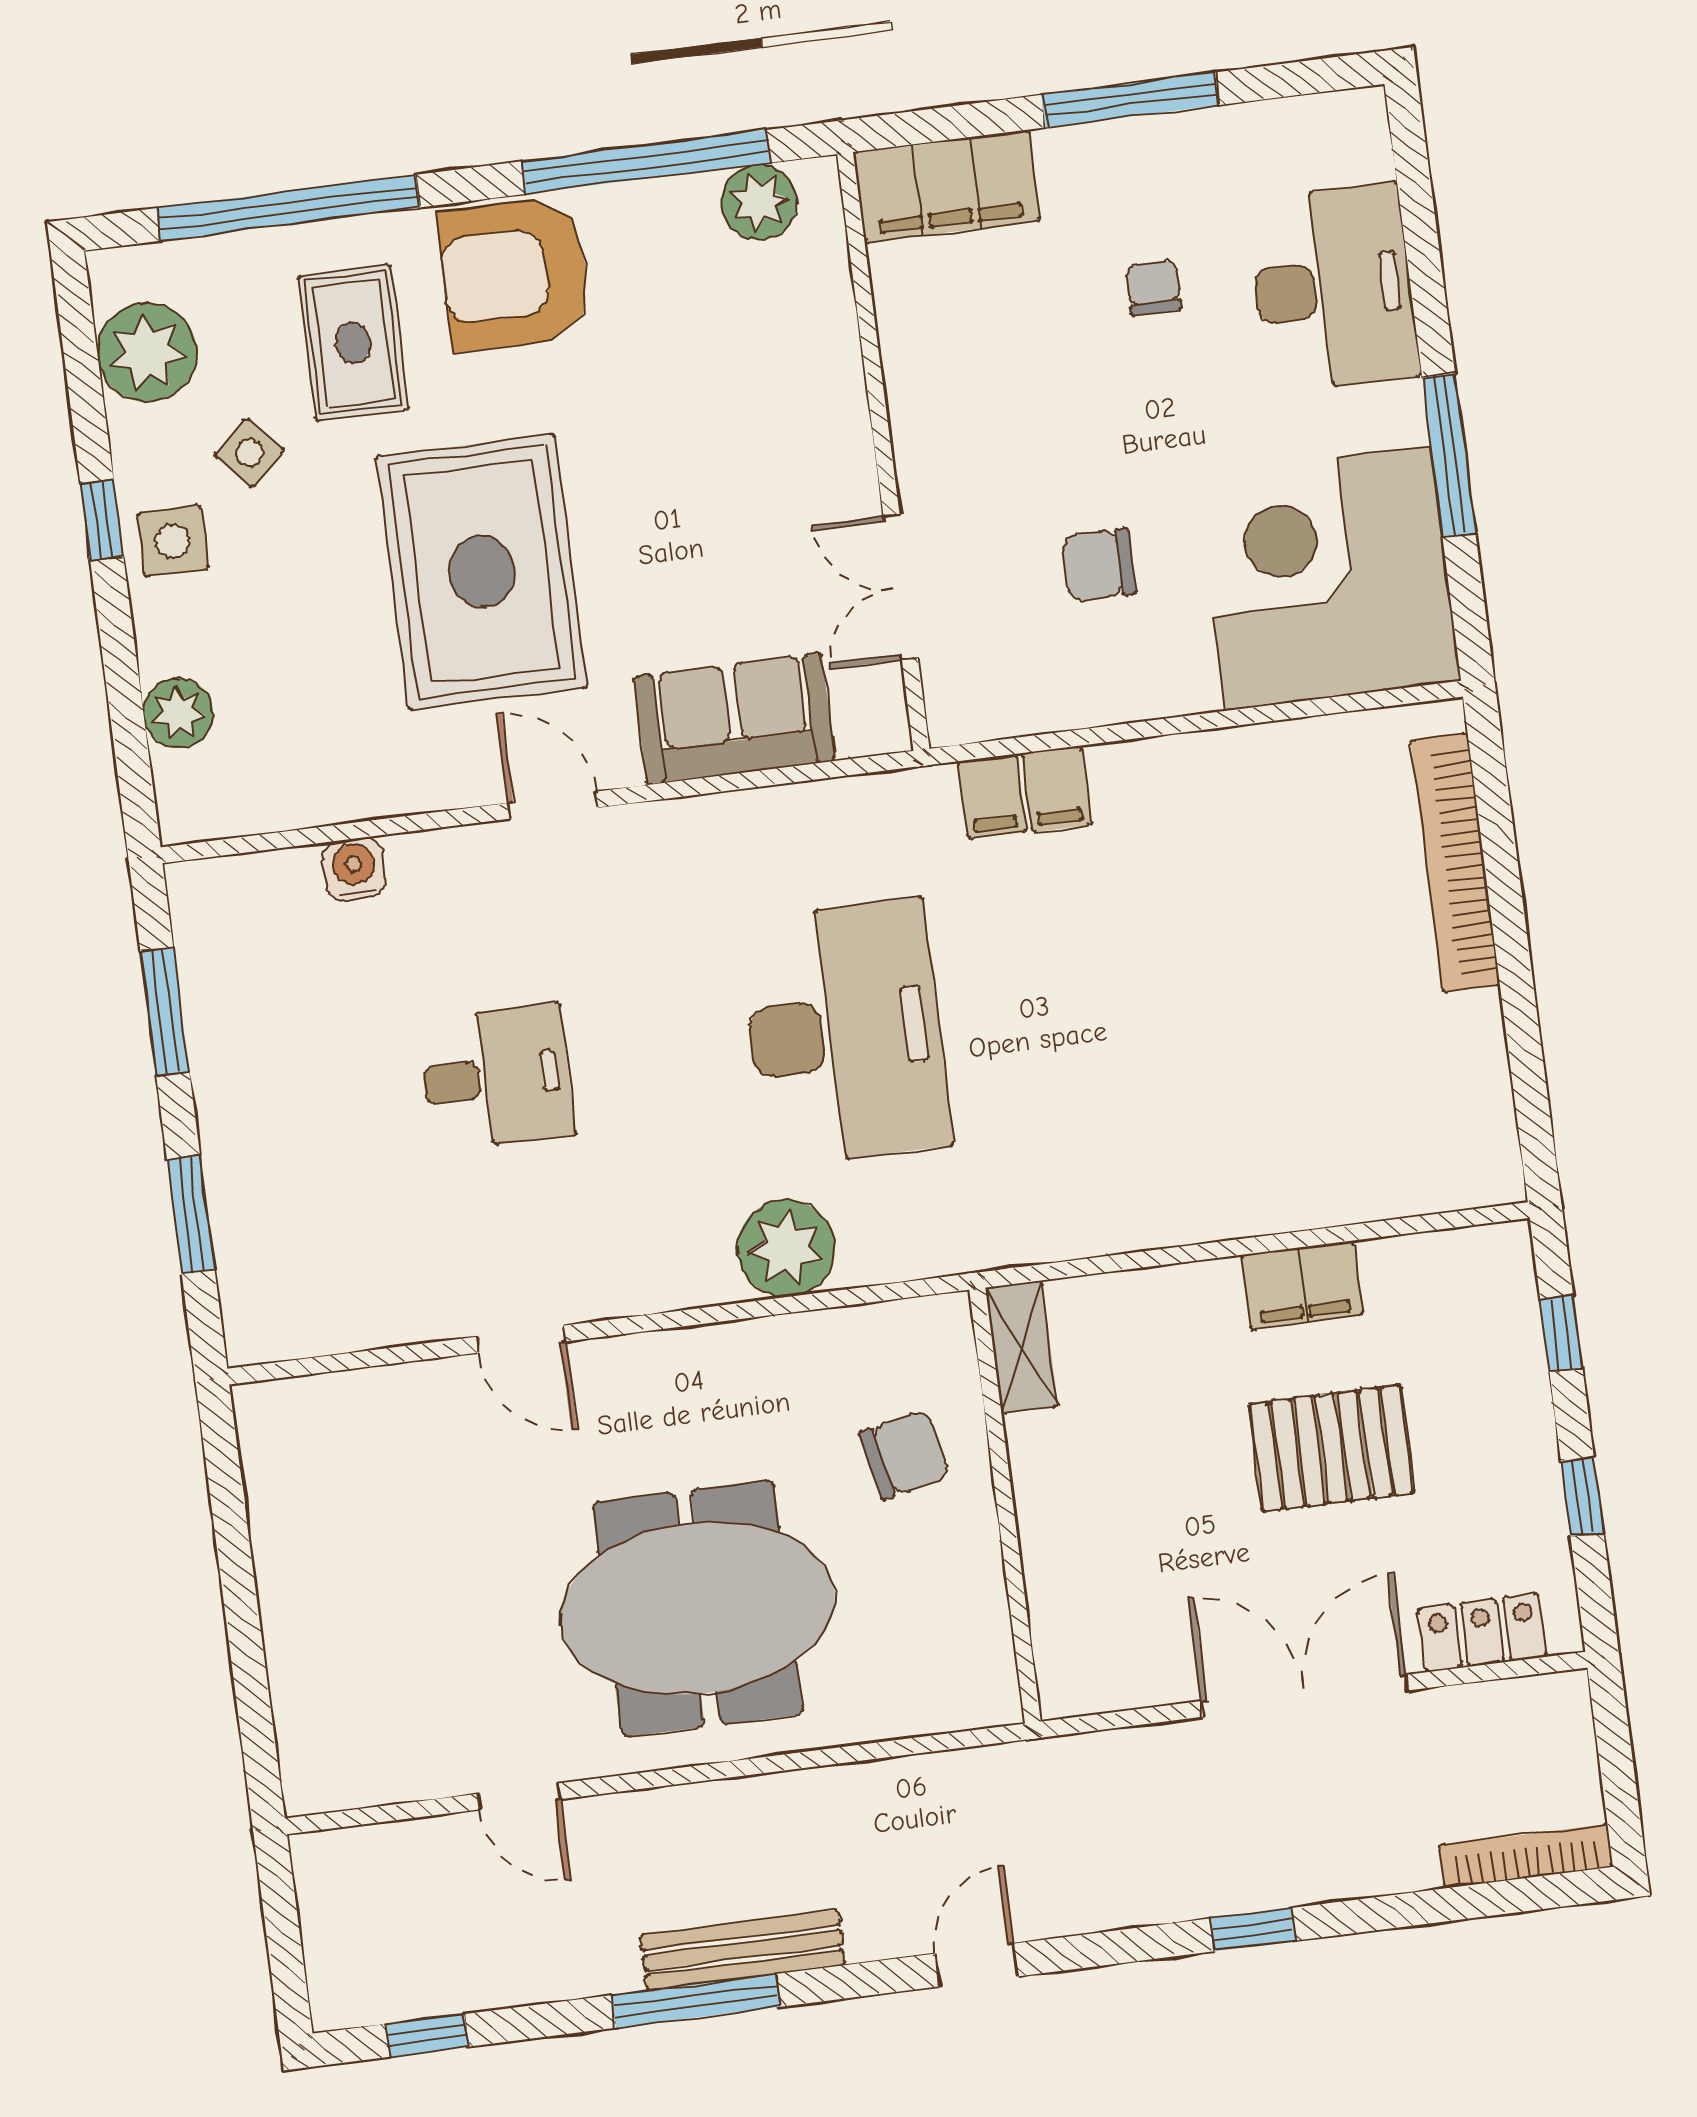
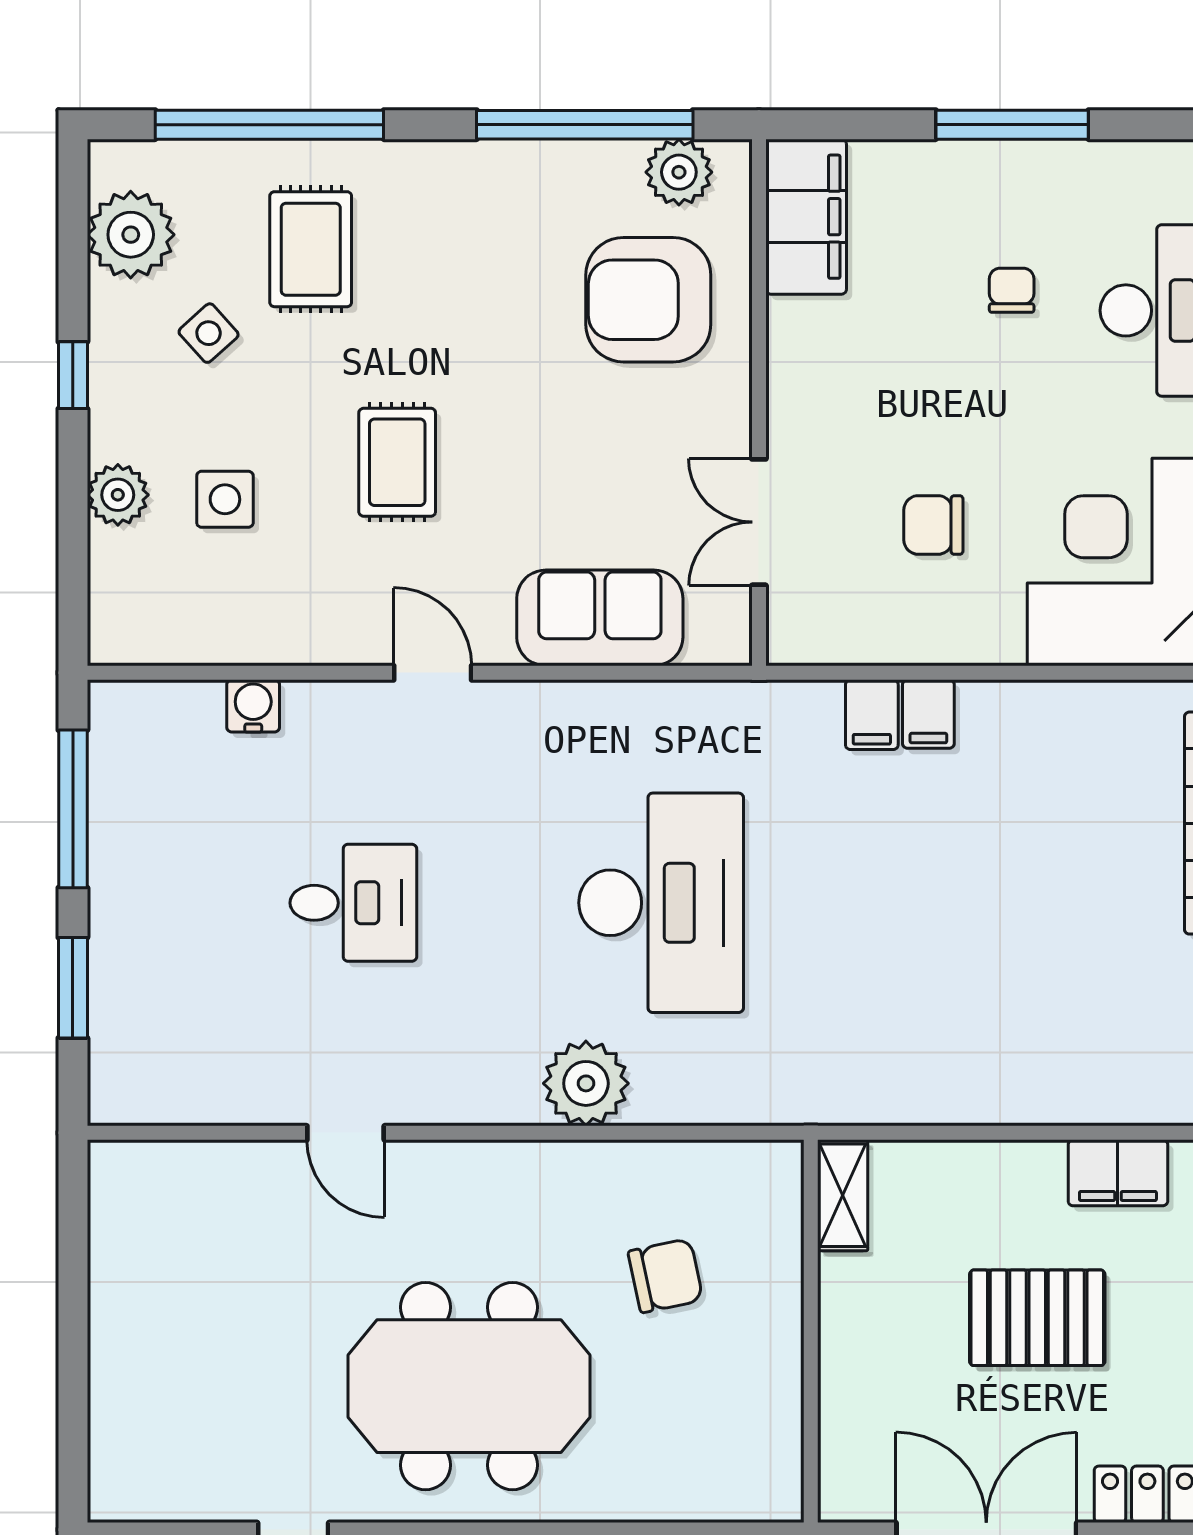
filing cabinet: (947, 186) -> (806, 217), moved, turned -90
armchair: (515, 274) -> (648, 300), moved
side table: (173, 541) -> (225, 499), moved
rug: (482, 572) -> (397, 462), width x0.54, depth x0.49
plant: (178, 713) -> (118, 495), moved
filing cabinet: (992, 796) -> (928, 714), moved
window: (165, 1012) -> (73, 809), width x1.44
filing cabinet: (1302, 1285) -> (1118, 1173), moved
shelving: (1021, 1347) -> (843, 1195), moved
wall: (1005, 1506) -> (811, 1331), moved

